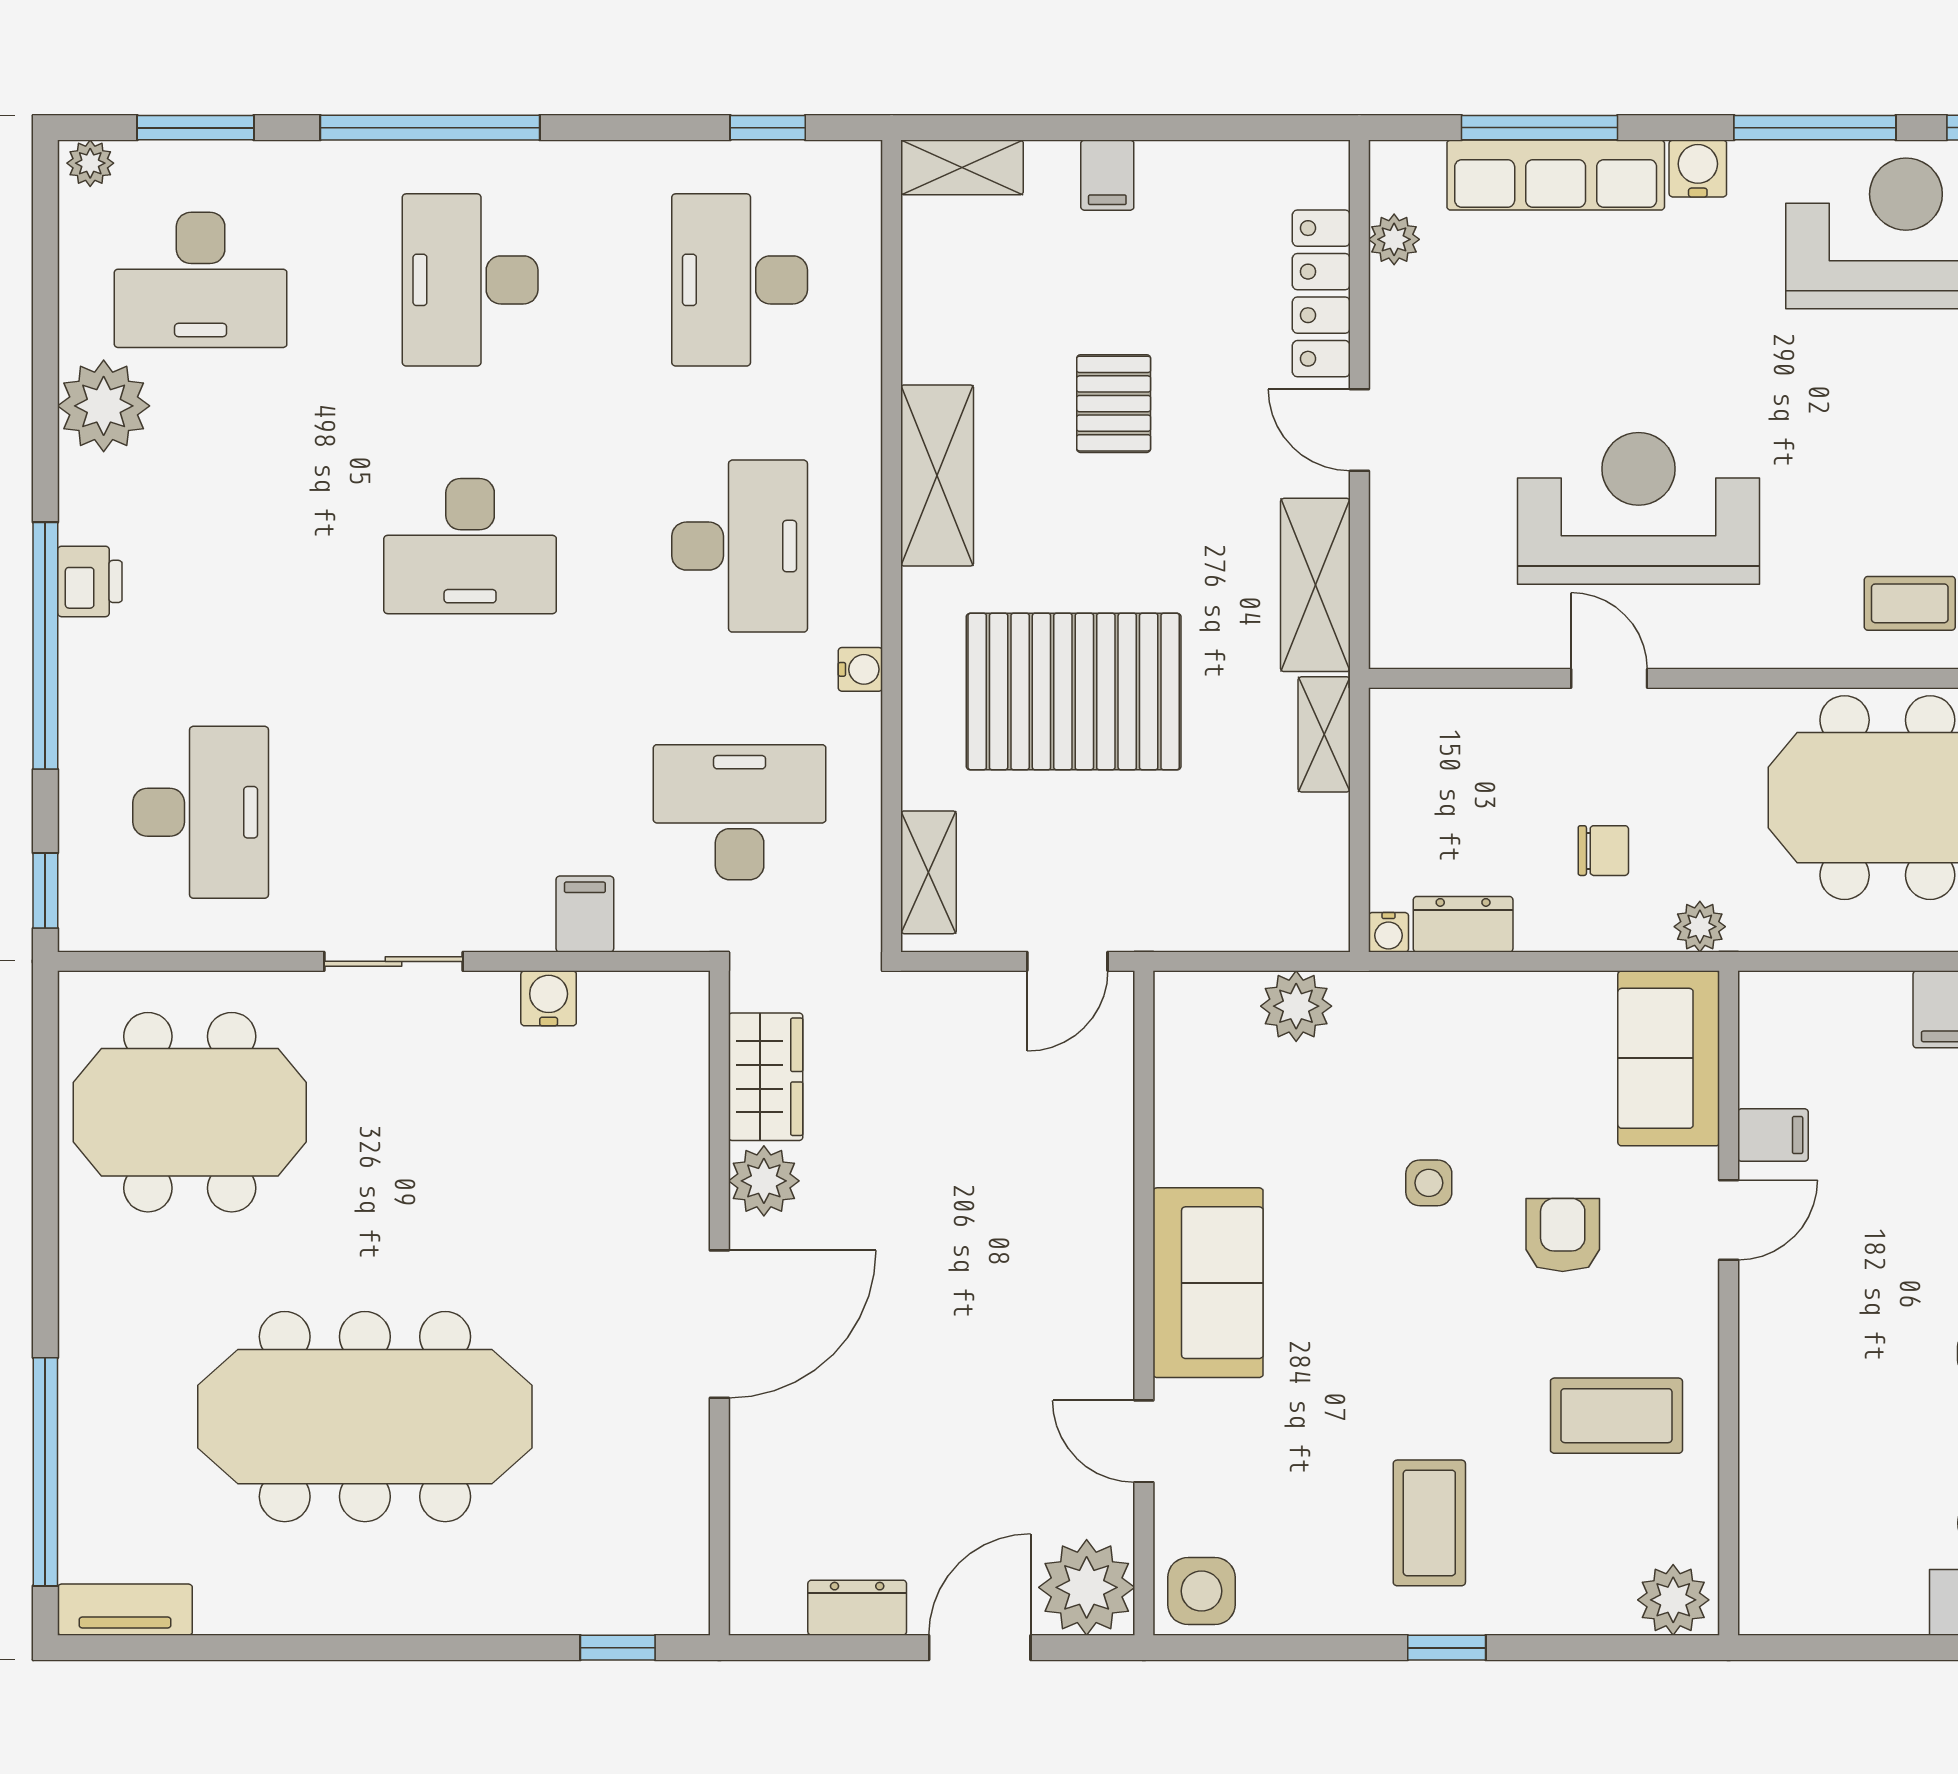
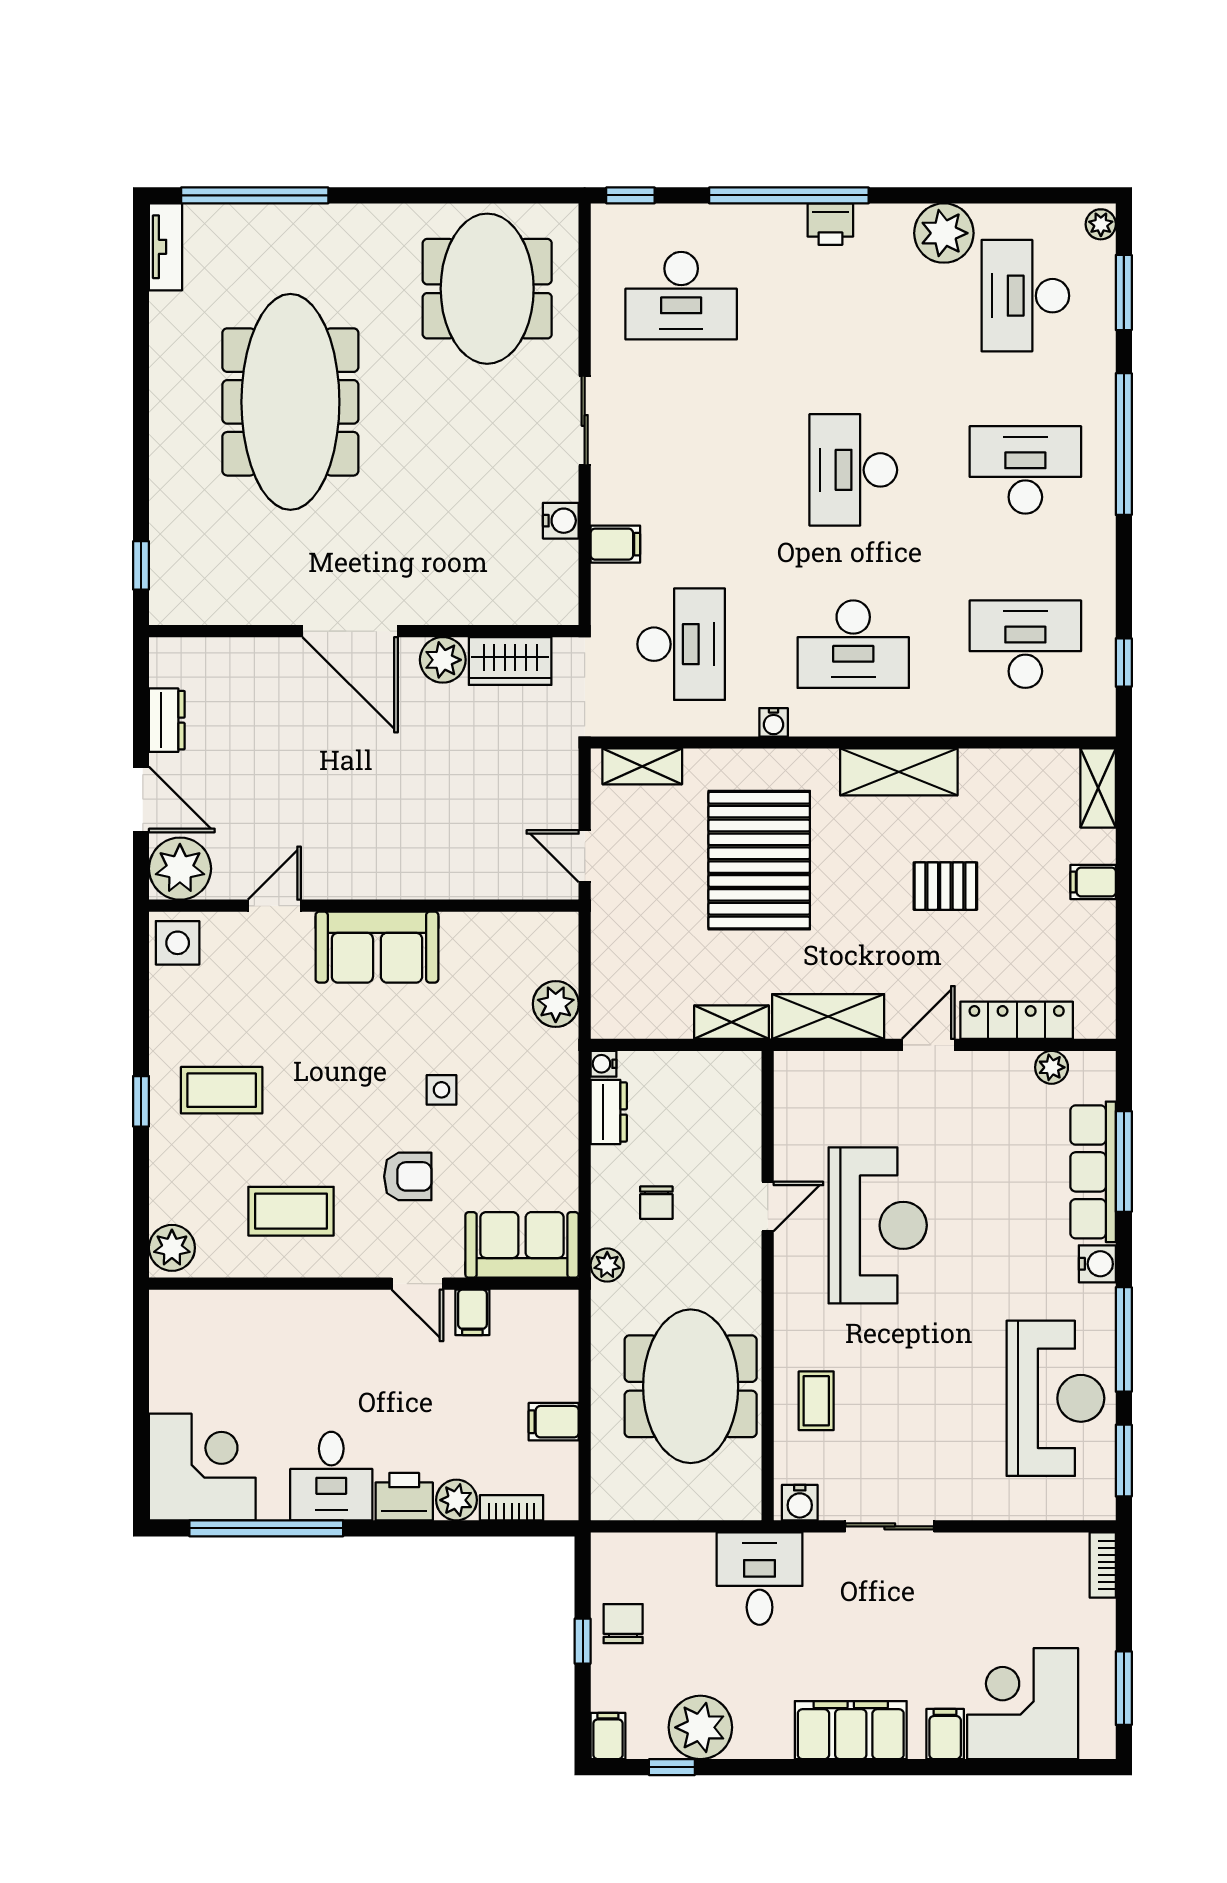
coffee table: (1616, 1416) -> (291, 1211), turned 90

